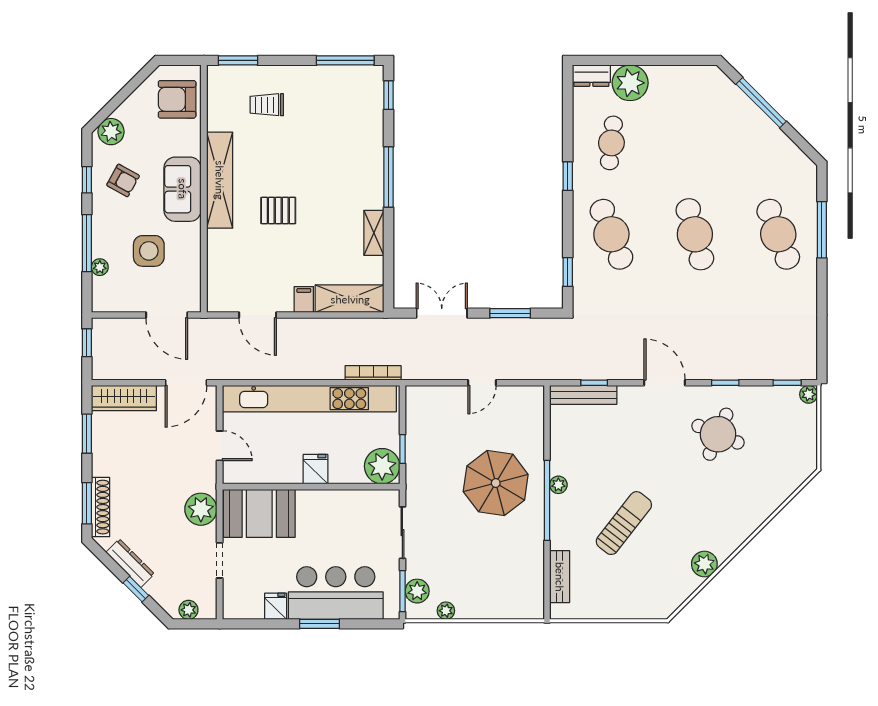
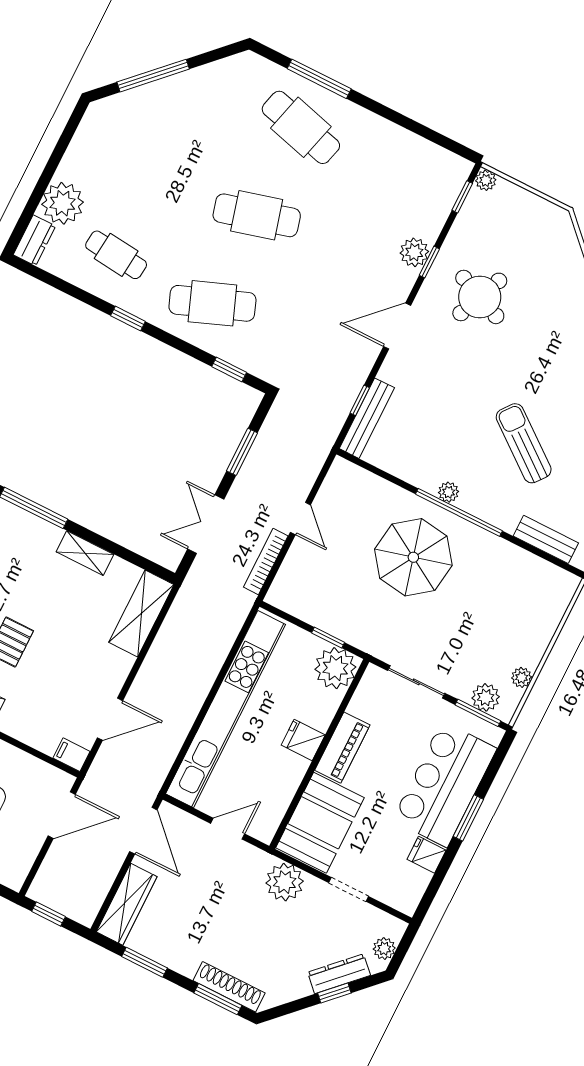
cafe table: (778, 234) -> (301, 127), turned 36
filing cabinet: (304, 299) -> (72, 755), moved
plant: (727, 368) -> (414, 252), added
bookcase: (373, 373) -> (266, 561), moved
piano: (325, 502) -> (342, 748), added
dresser: (130, 563) -> (339, 974), moved

